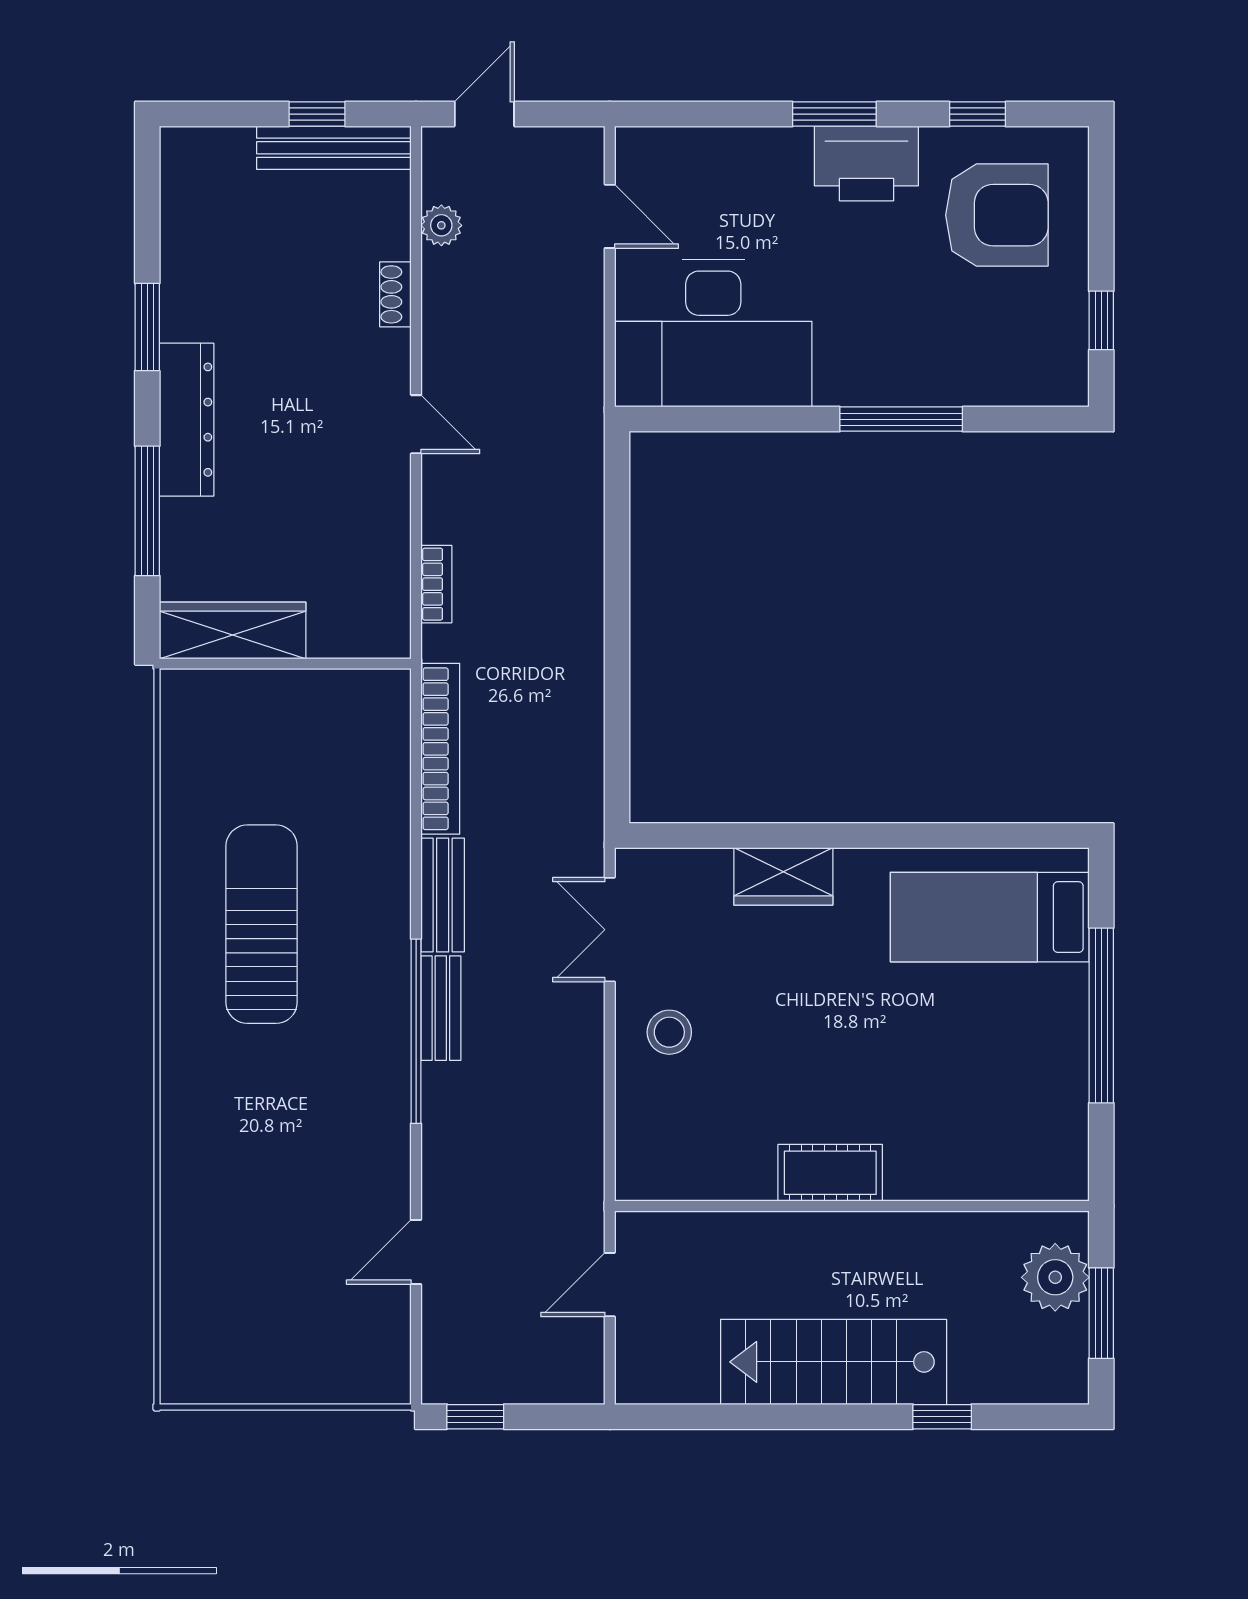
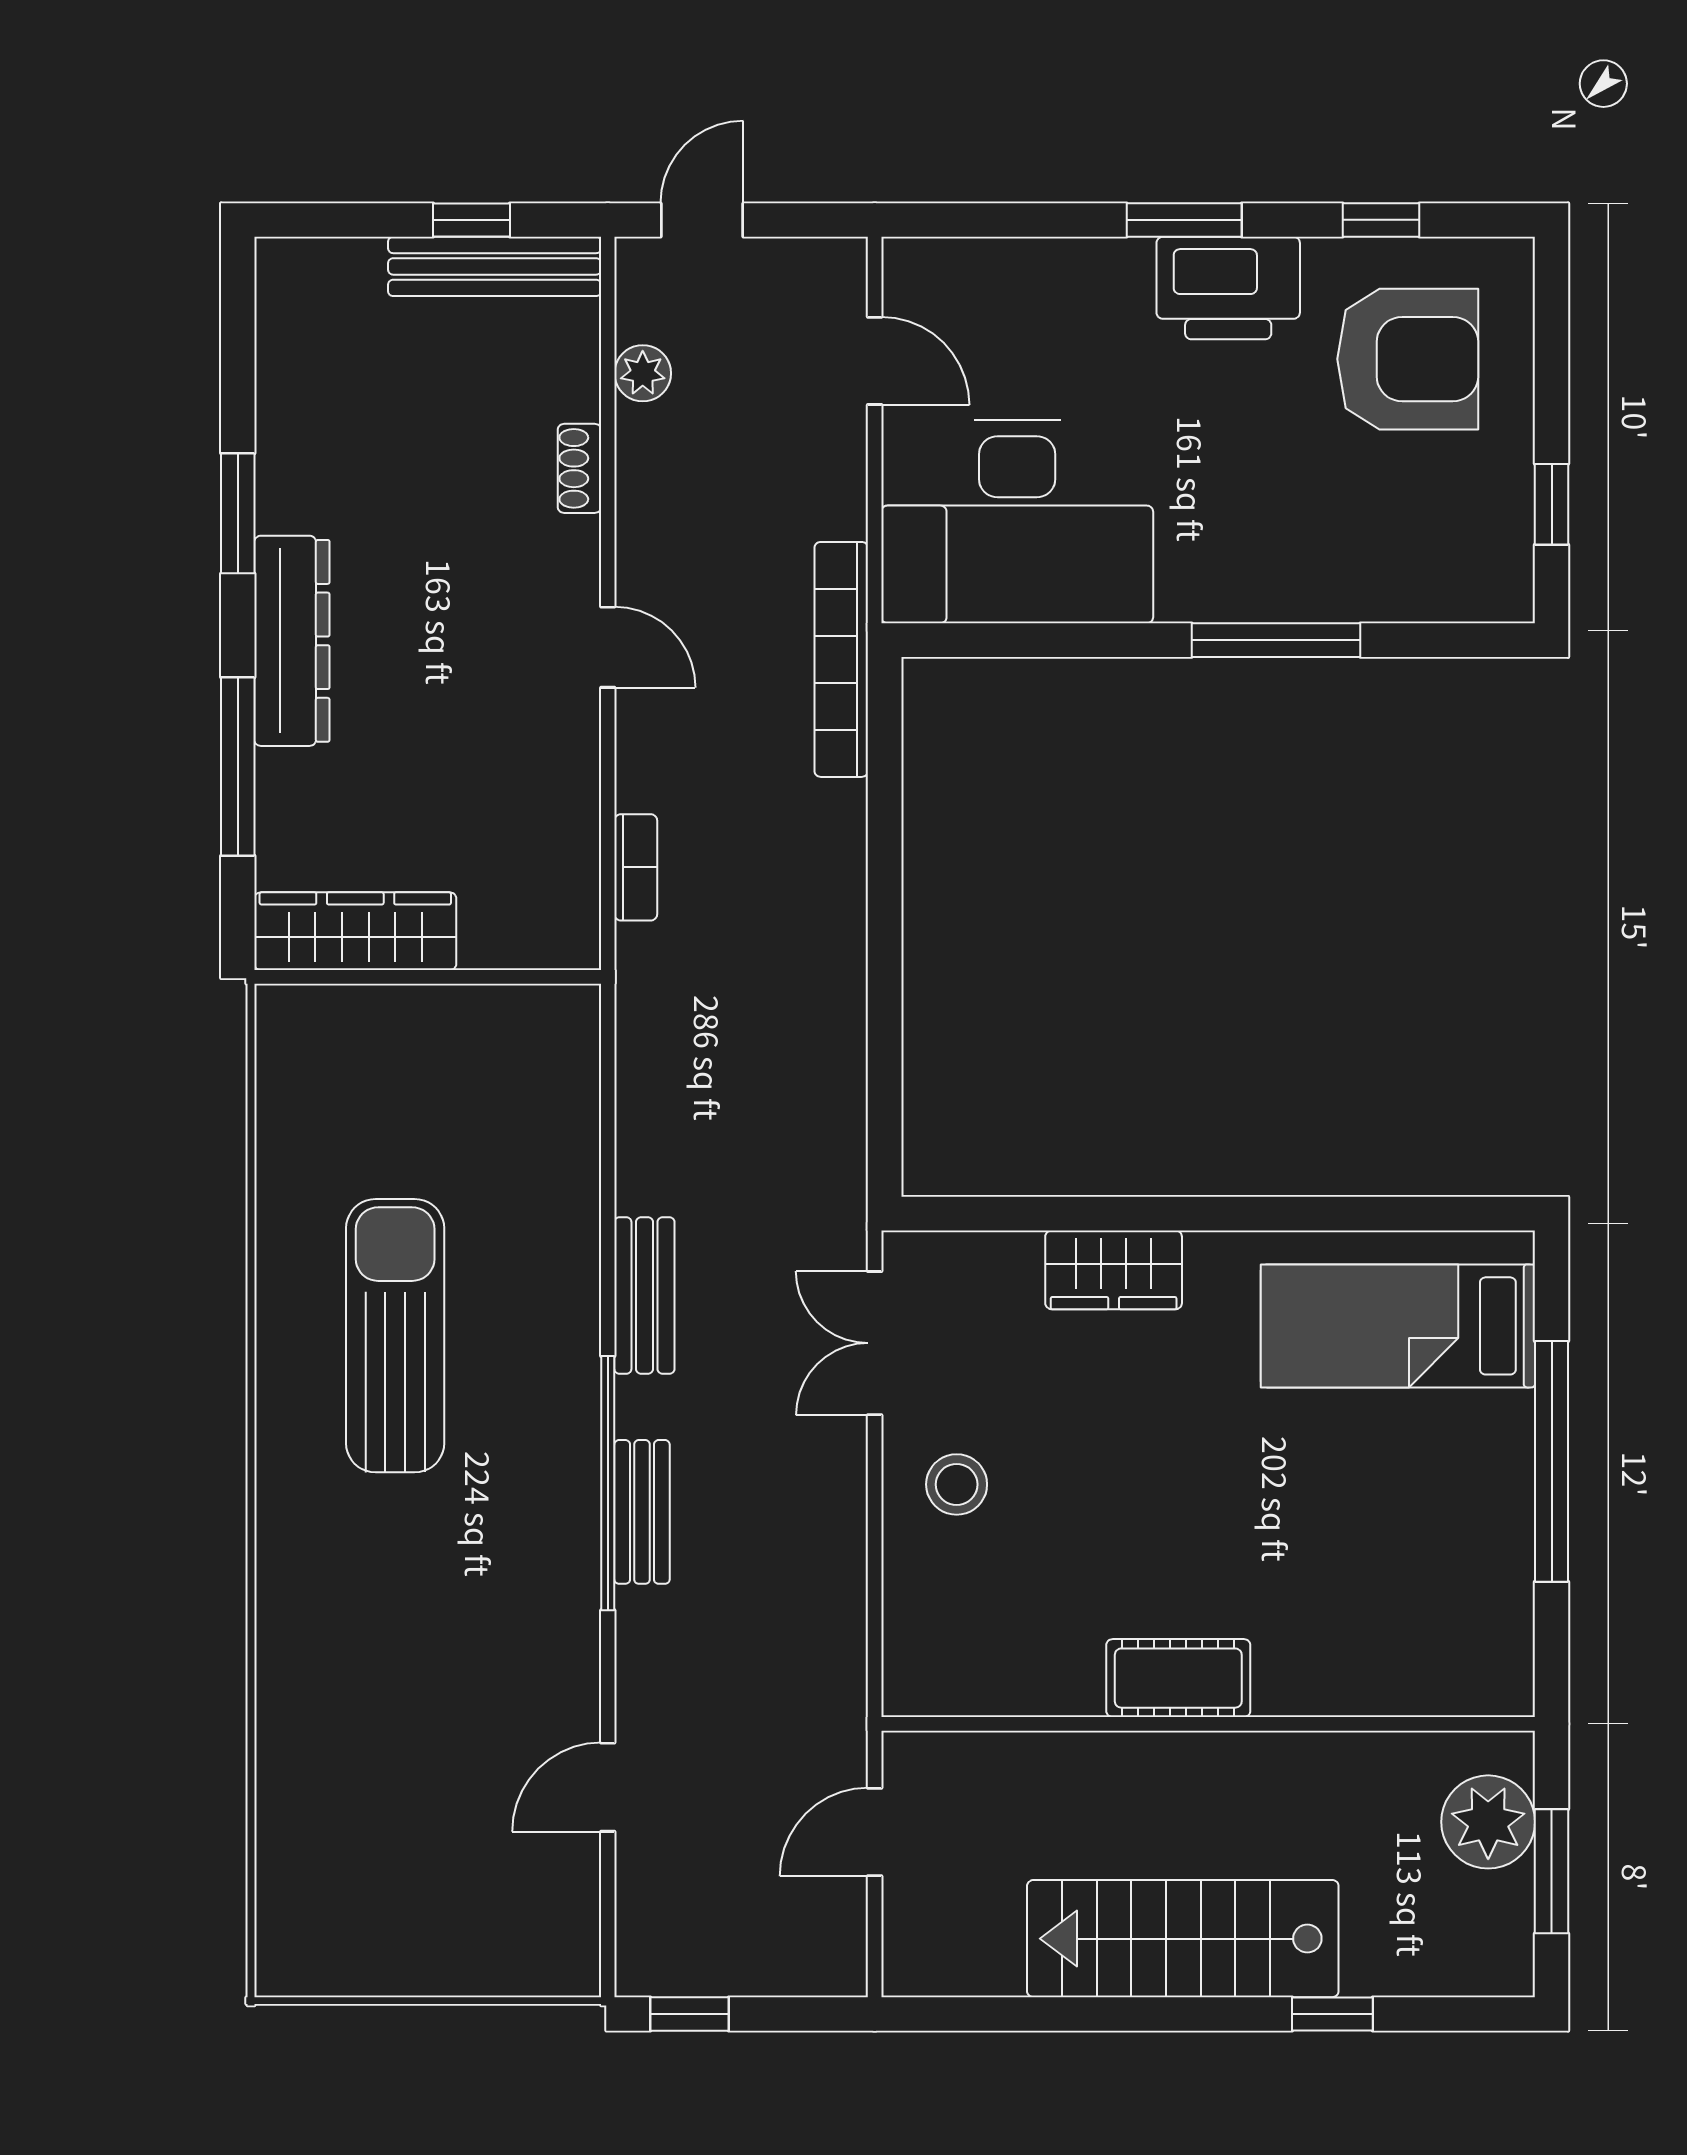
bookcase: (440, 749) -> (841, 659), moved, turned 180
bench: (441, 1008) -> (642, 1512), moved

